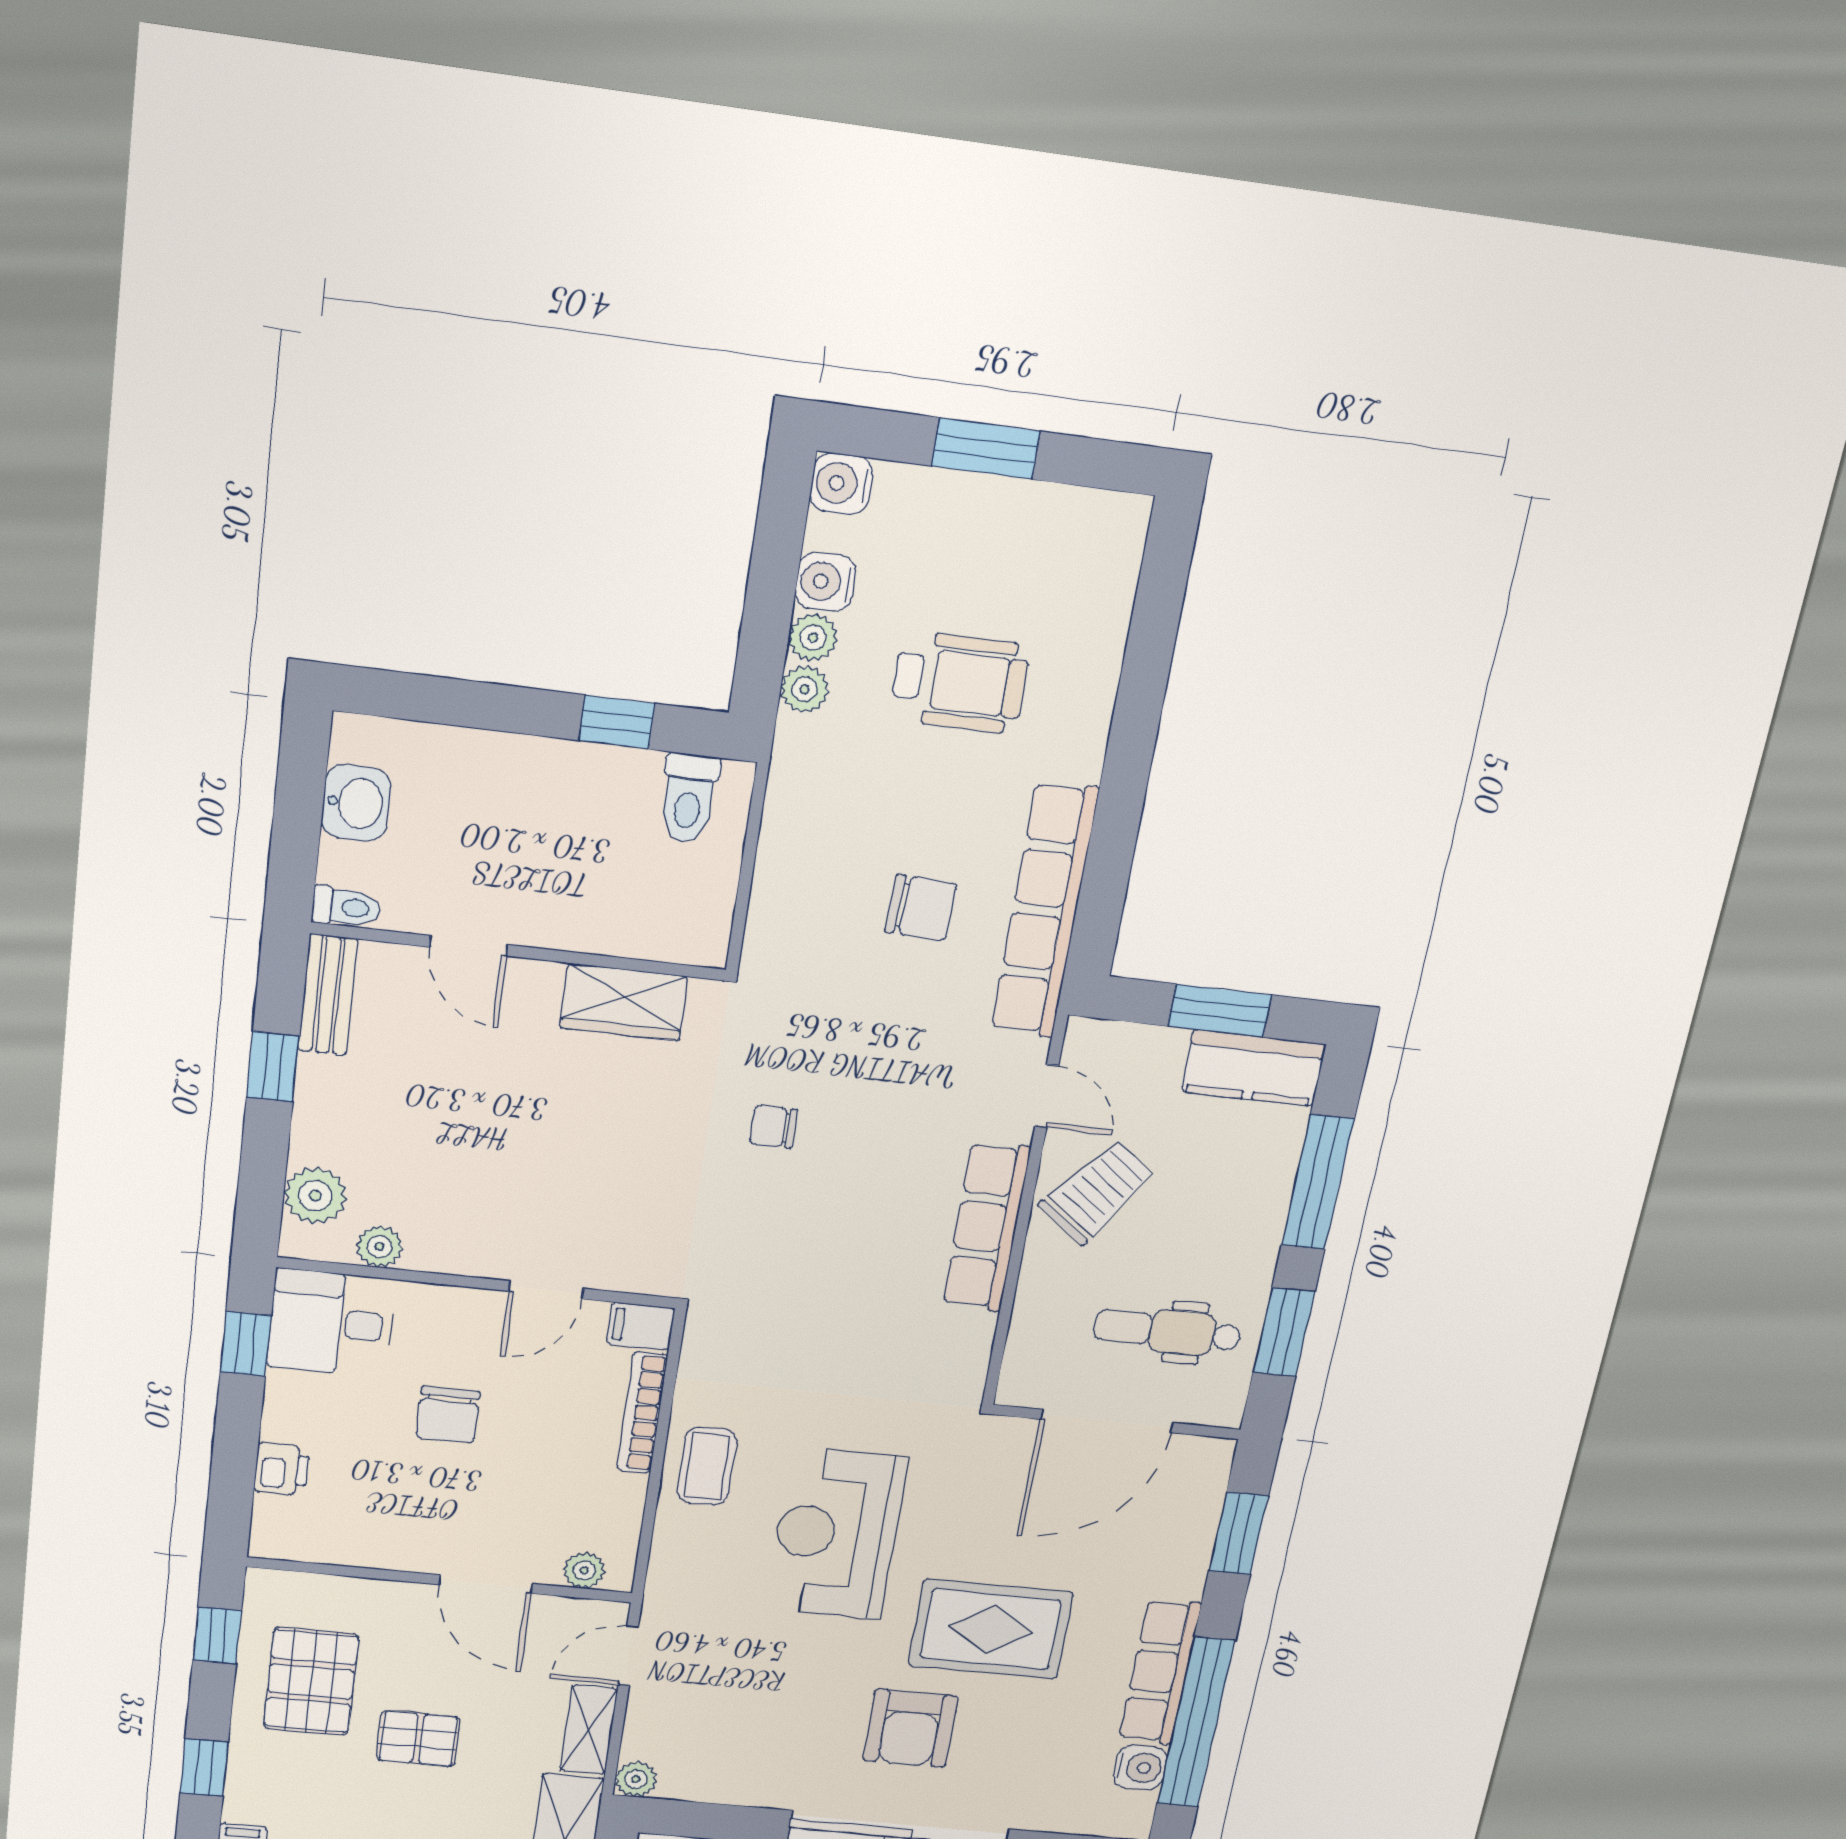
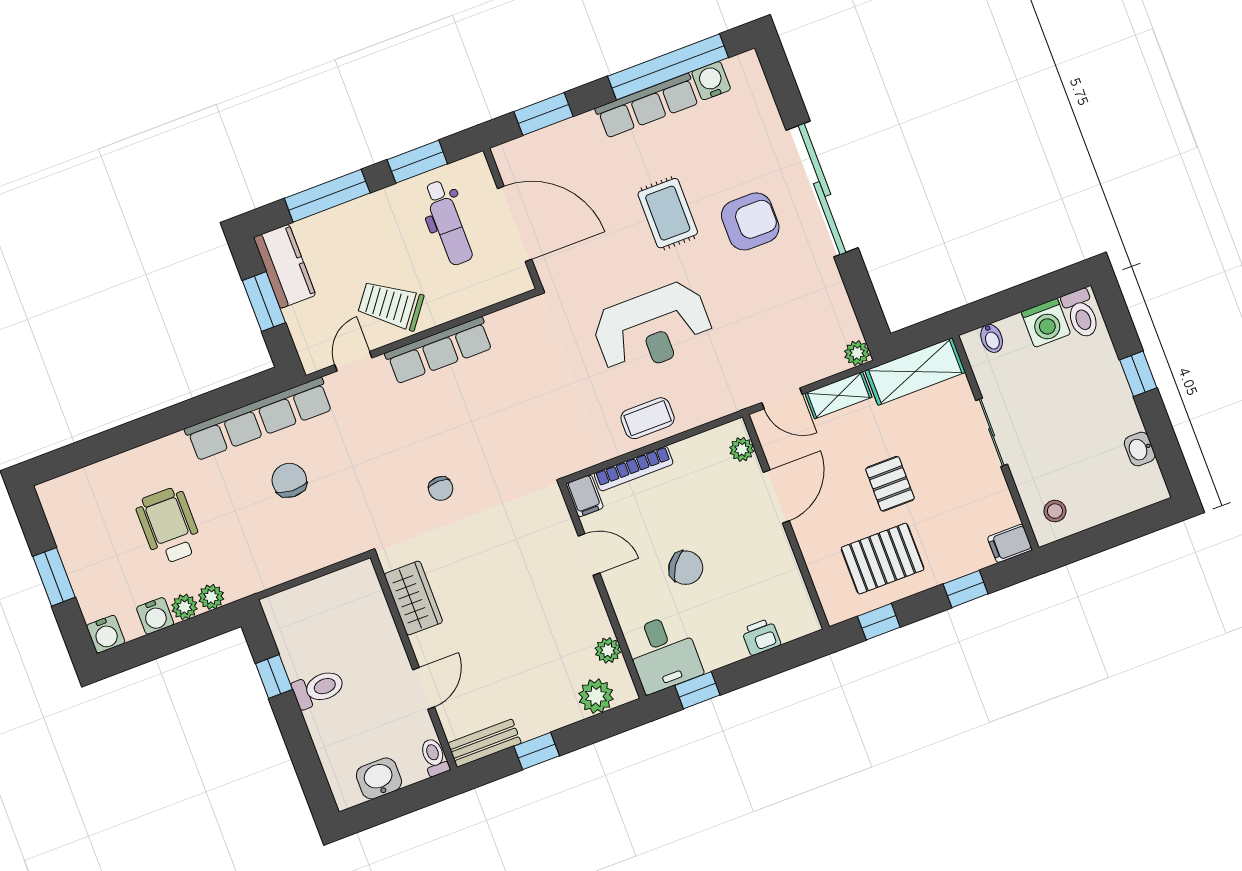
toilet: (688, 798) -> (318, 689), moved
chair: (448, 1415) -> (686, 568), turned 35
rug: (991, 1629) -> (668, 213), width x0.73, depth x0.70

